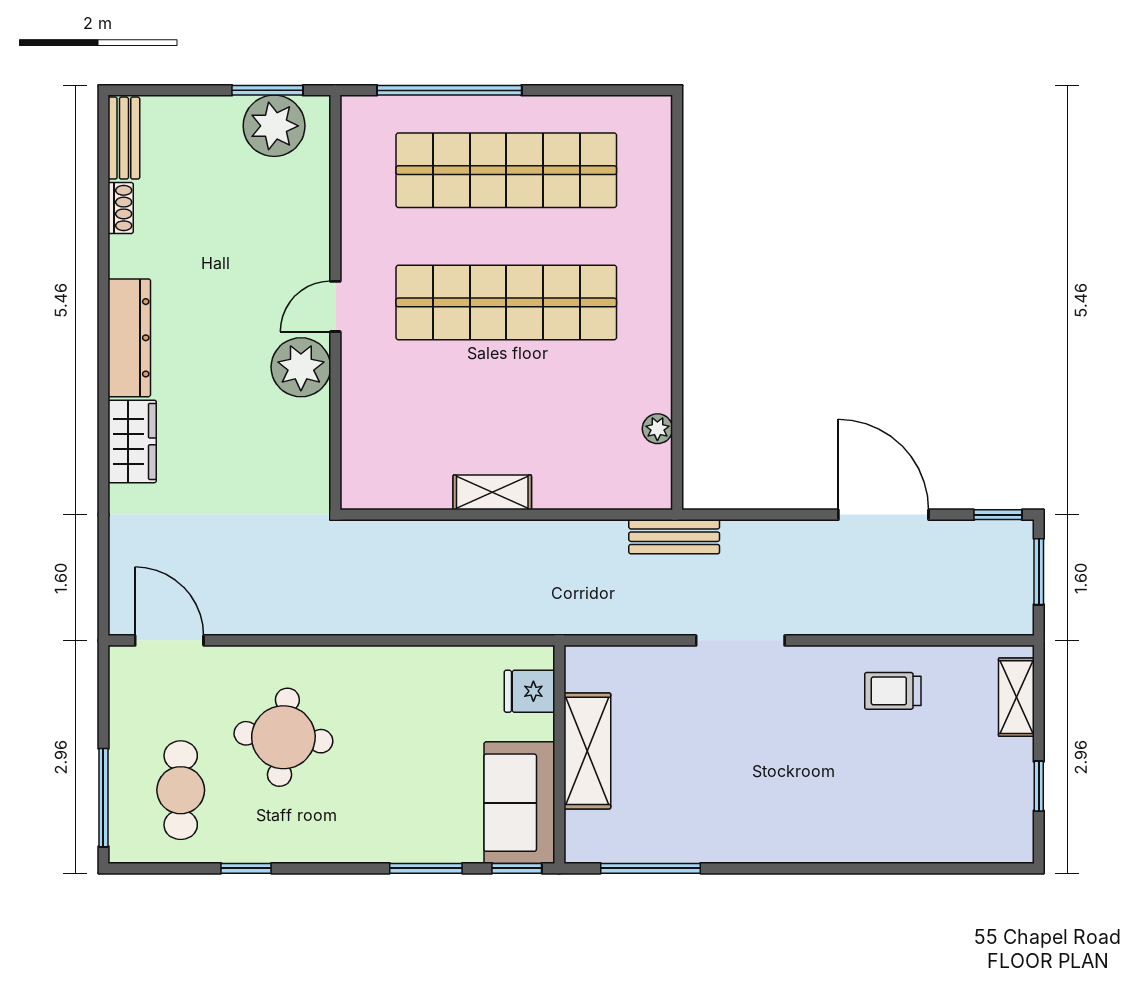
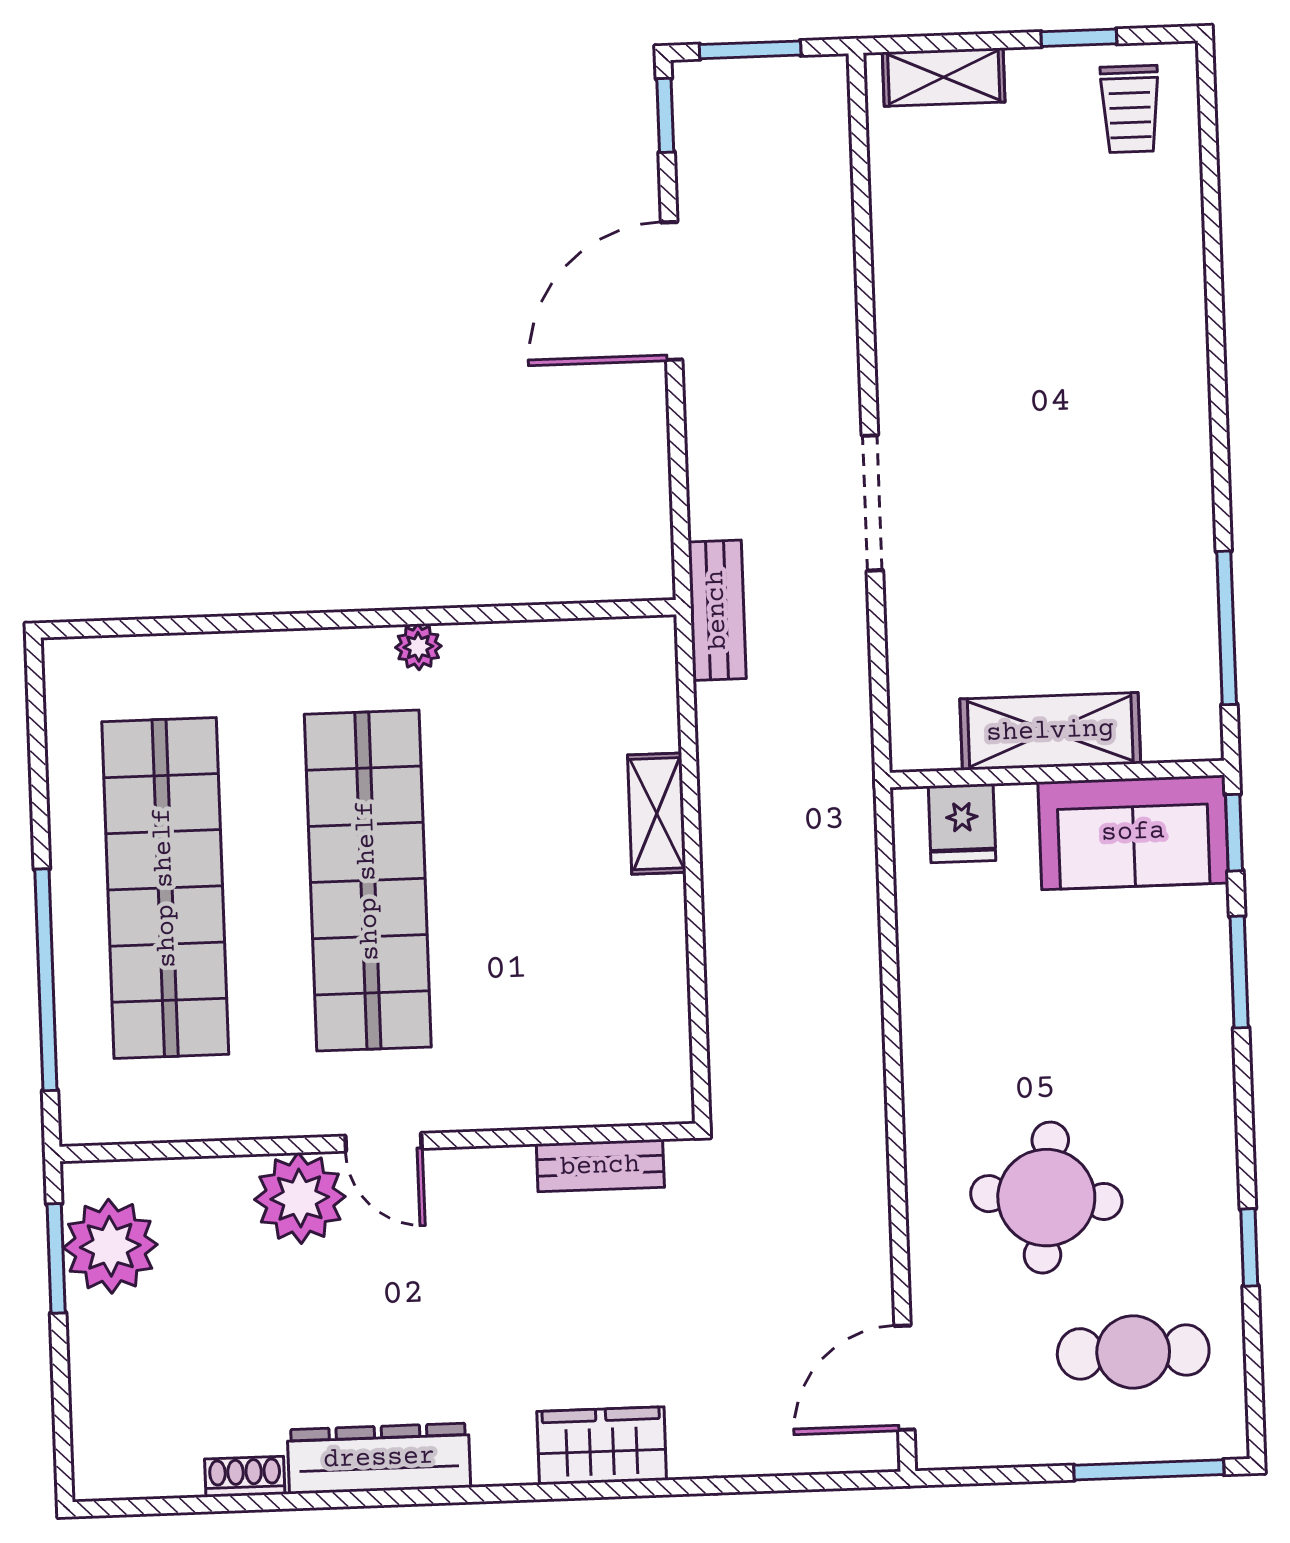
bench: (124, 138) -> (600, 1166), moved
dresser: (129, 338) -> (379, 1458), moved
plant: (301, 367) -> (300, 1198), moved
plant: (657, 429) -> (418, 647), moved
shelving: (492, 492) -> (657, 814), moved
trolley: (893, 691) -> (1130, 109), moved

